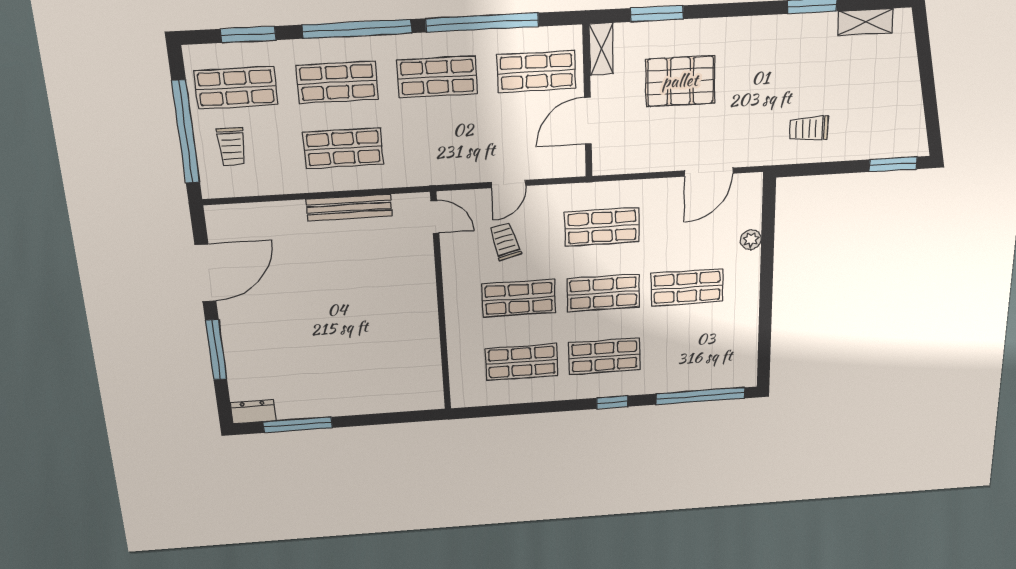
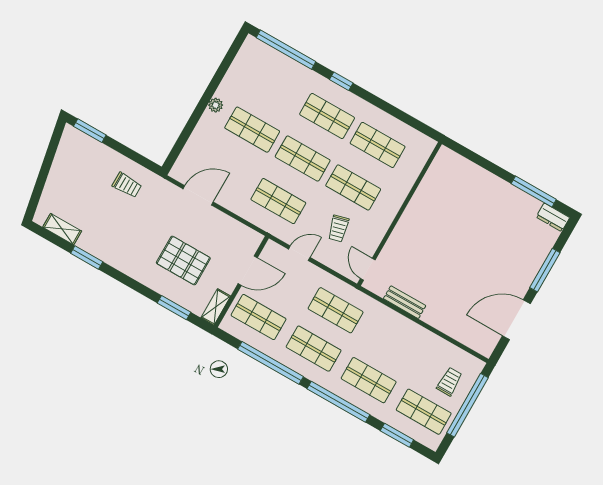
shop shelf: (343, 148) -> (336, 310), moved
door: (508, 184) -> (299, 253), moved
bench: (349, 208) -> (405, 302), width x0.73
plant: (751, 240) -> (216, 105), moved

